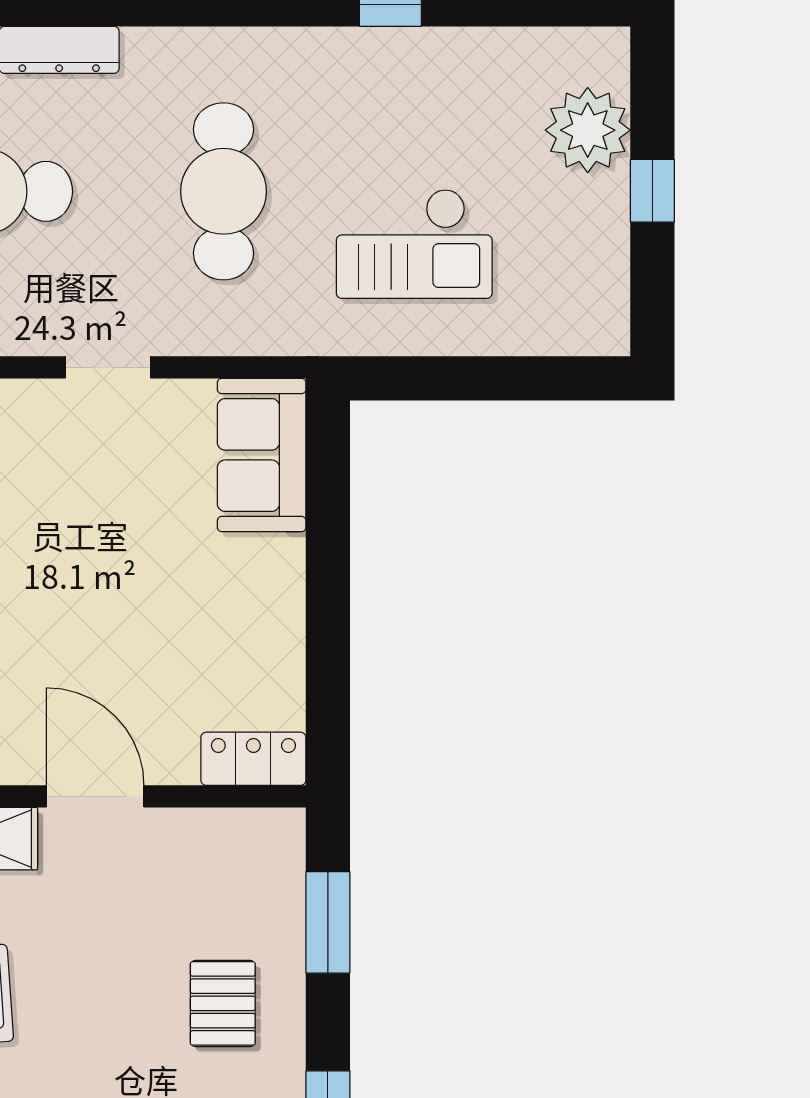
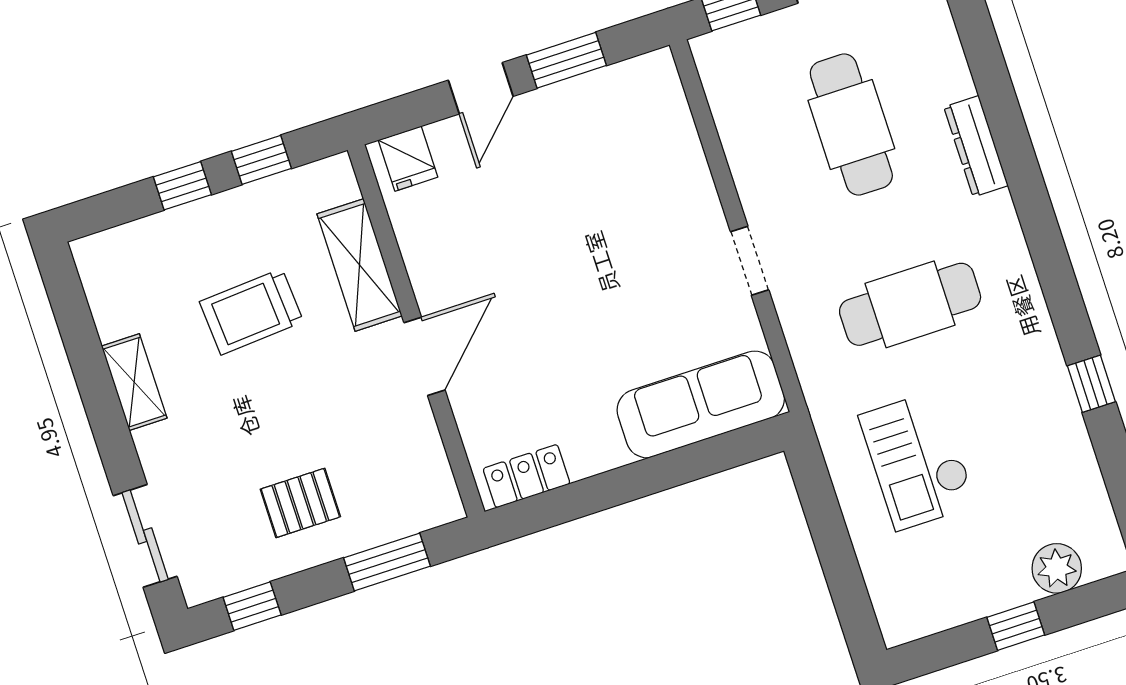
plant: (588, 130) -> (1057, 568), width x0.73, depth x0.73
sofa: (262, 455) -> (701, 404), width x1.36
locker: (253, 759) -> (527, 476), moved, turned -90

